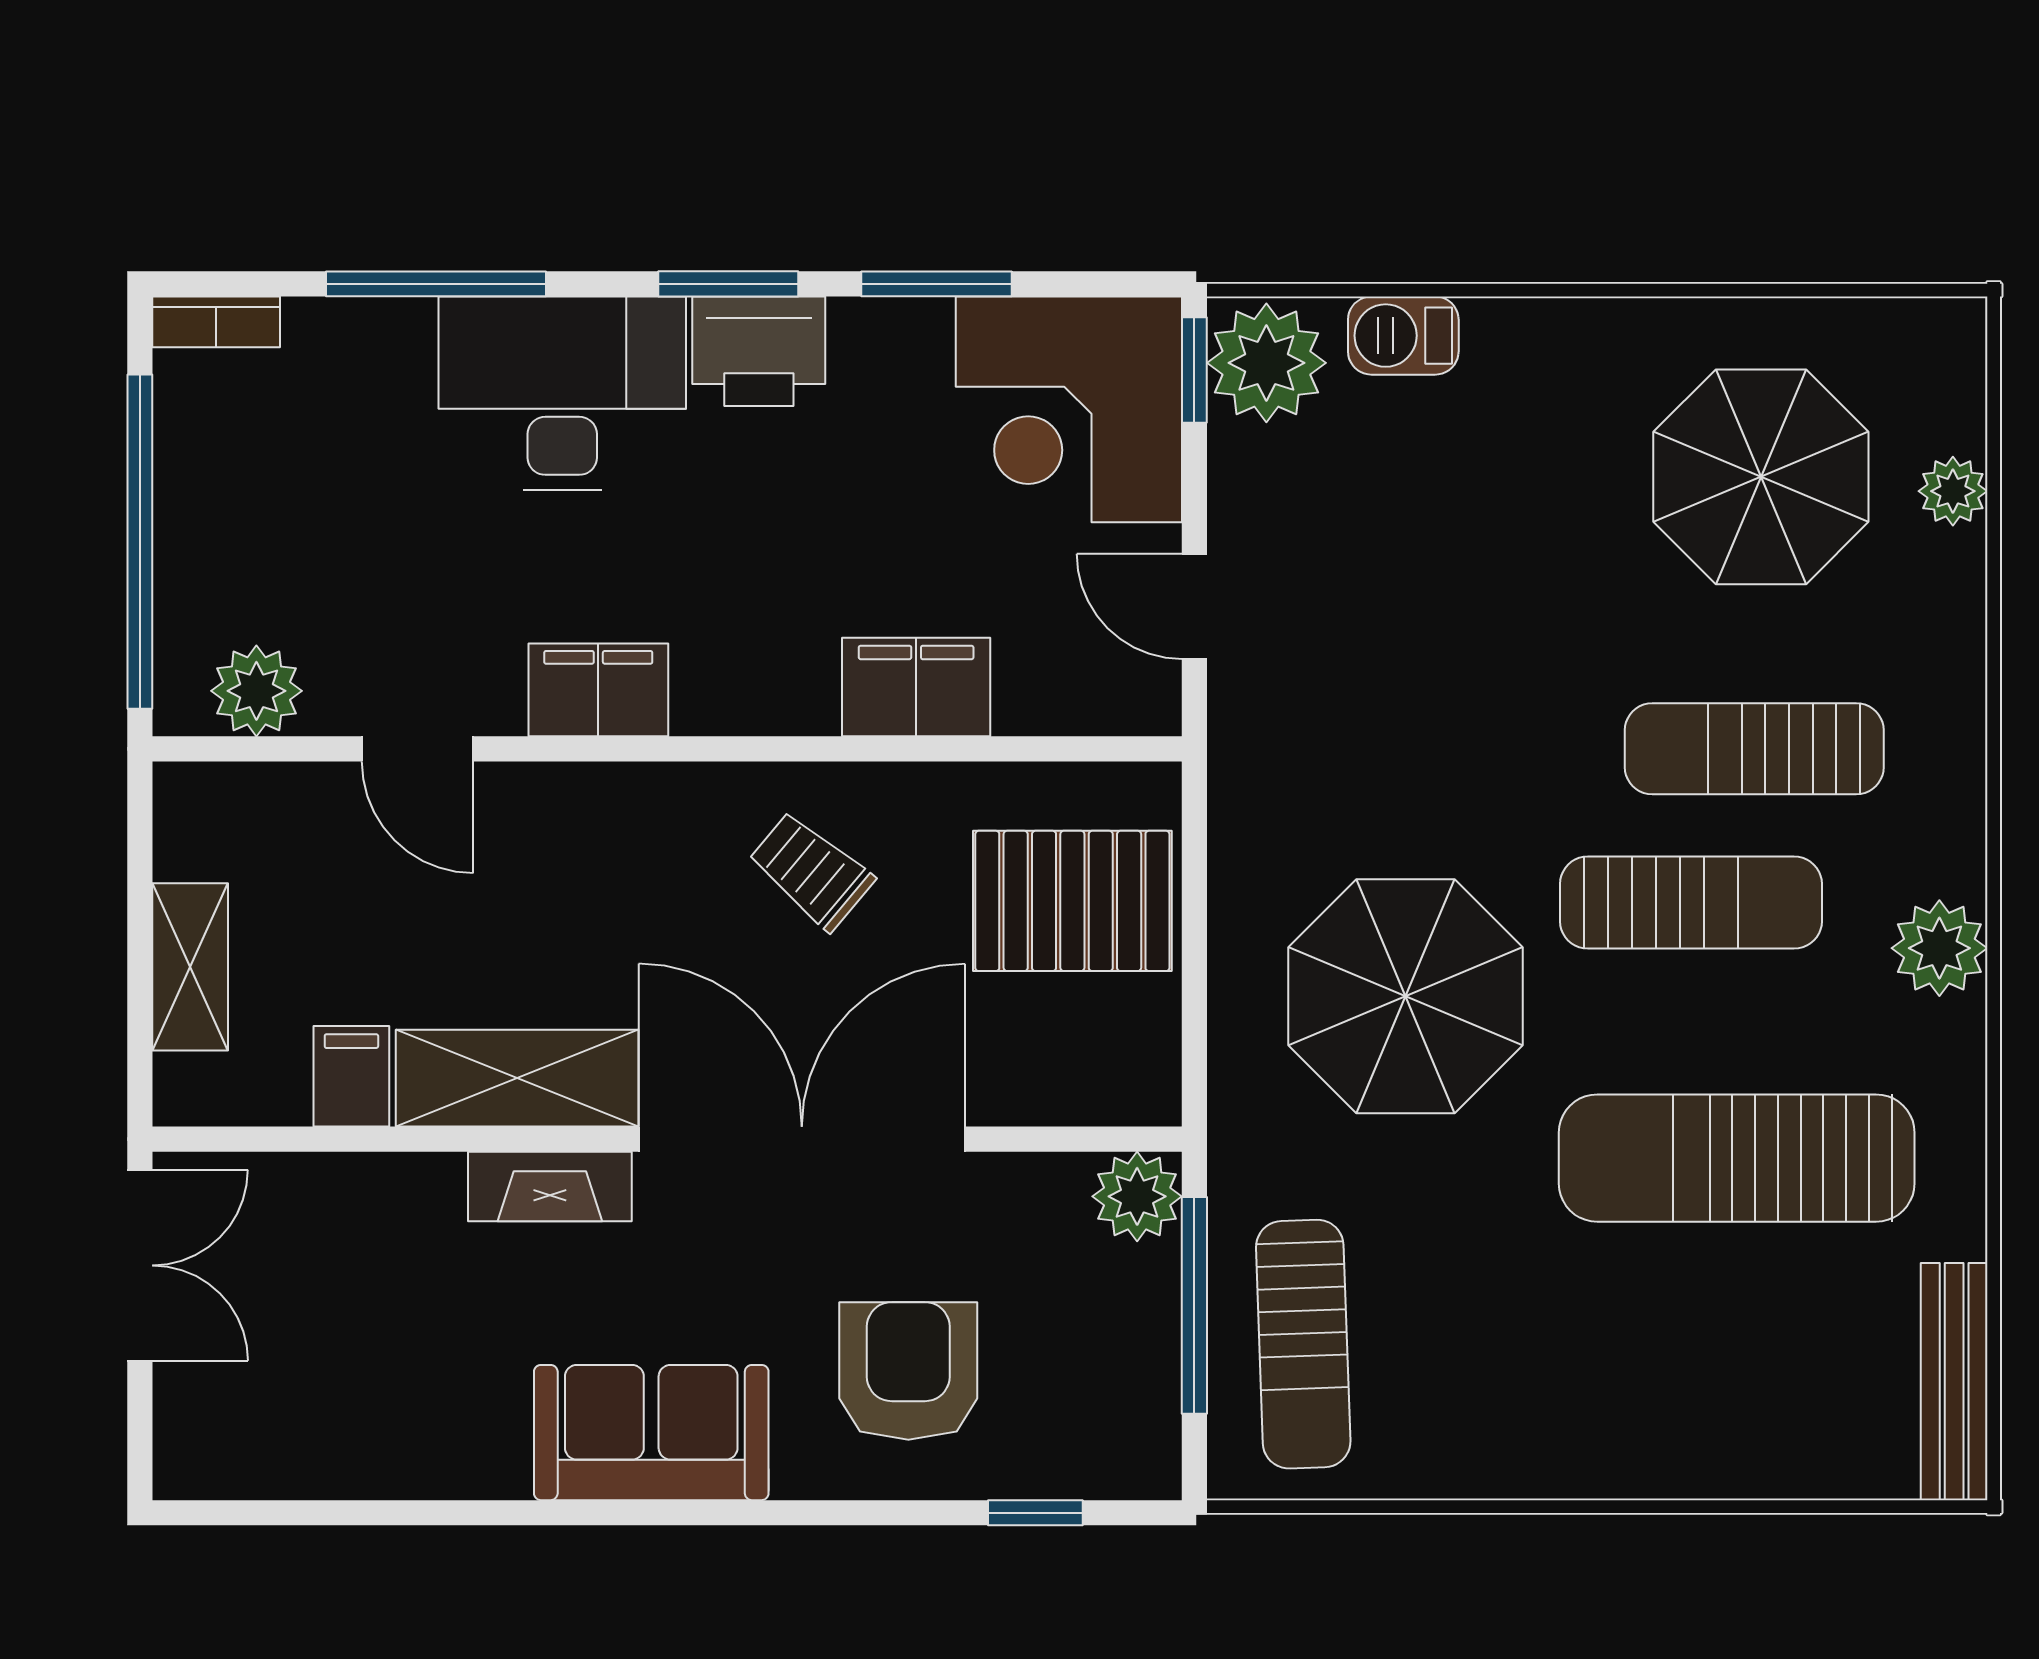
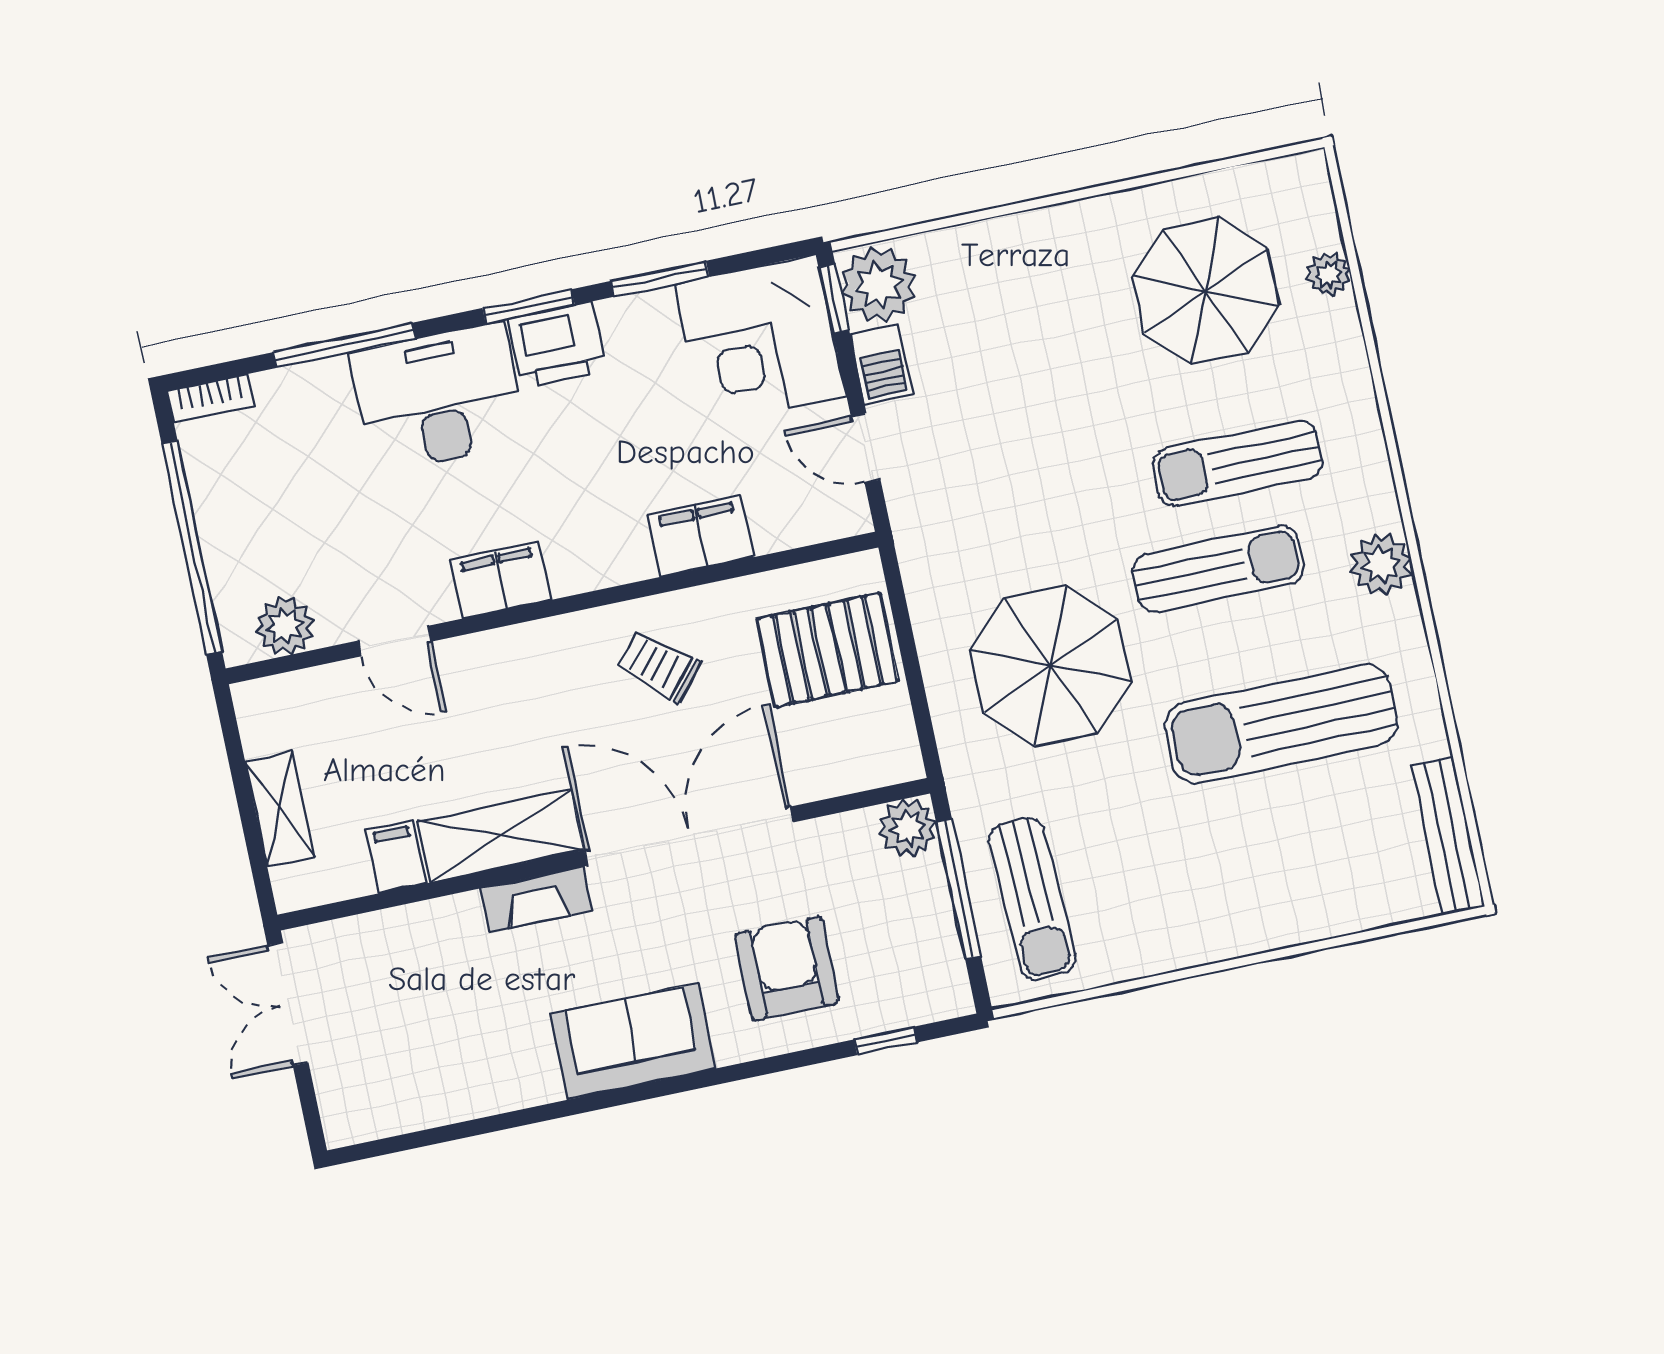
barbecue: (1403, 336) -> (882, 364), moved, turned -90
double door: (140, 1265) -> (288, 1004), swing flipped

